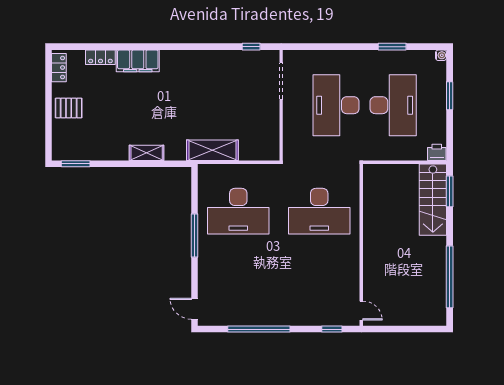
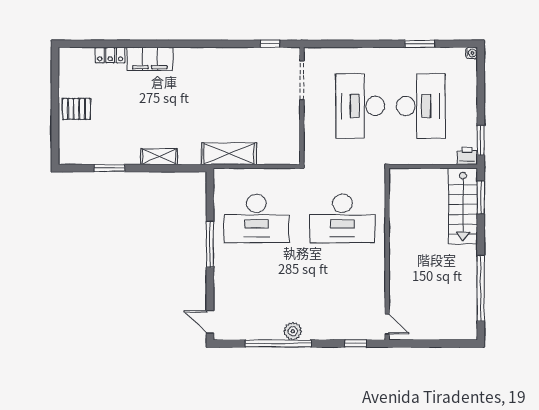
locker: (59, 68) -> (66, 66), removed
window: (450, 96) -> (481, 140), moved
window: (76, 164) -> (109, 168), moved
plant: (273, 317) -> (293, 331), added

